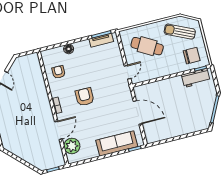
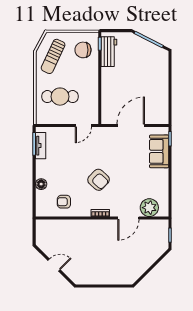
cafe table: (147, 46) -> (60, 97), turned 60
chair: (192, 56) -> (83, 50), turned -90
door: (127, 72) -> (83, 125), swing flipped
armchair: (85, 97) -> (99, 180), turned -137
door: (59, 130) -> (128, 218), swing flipped
sofa: (117, 143) -> (159, 151), width x0.73

